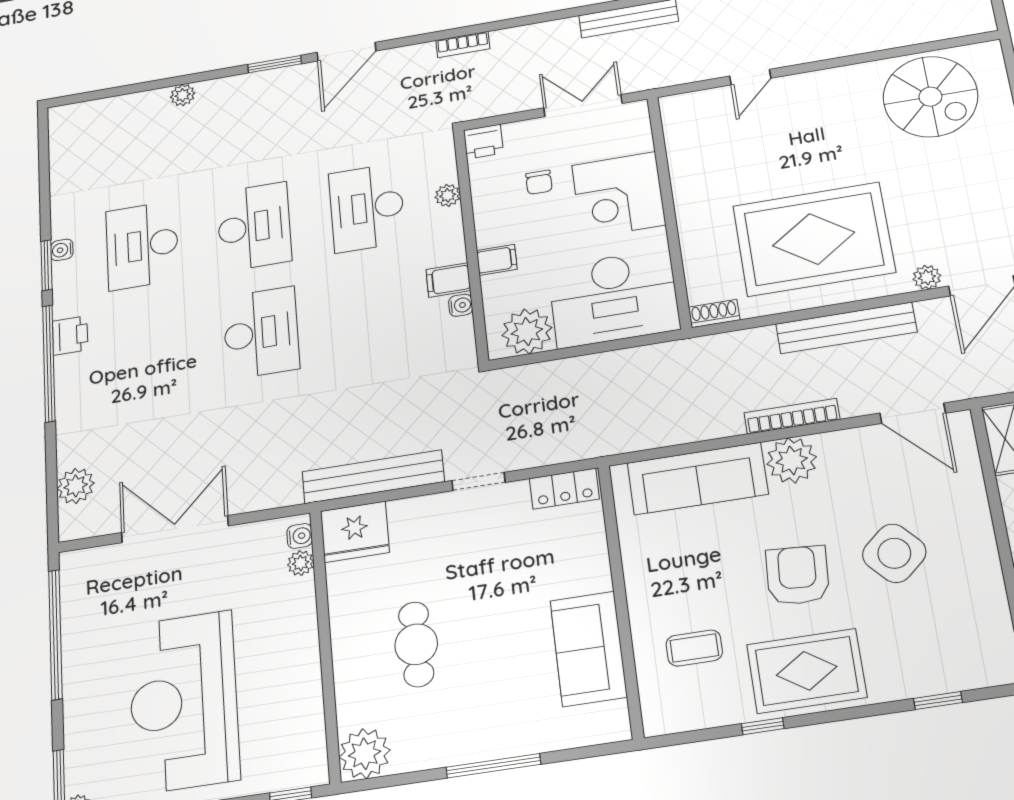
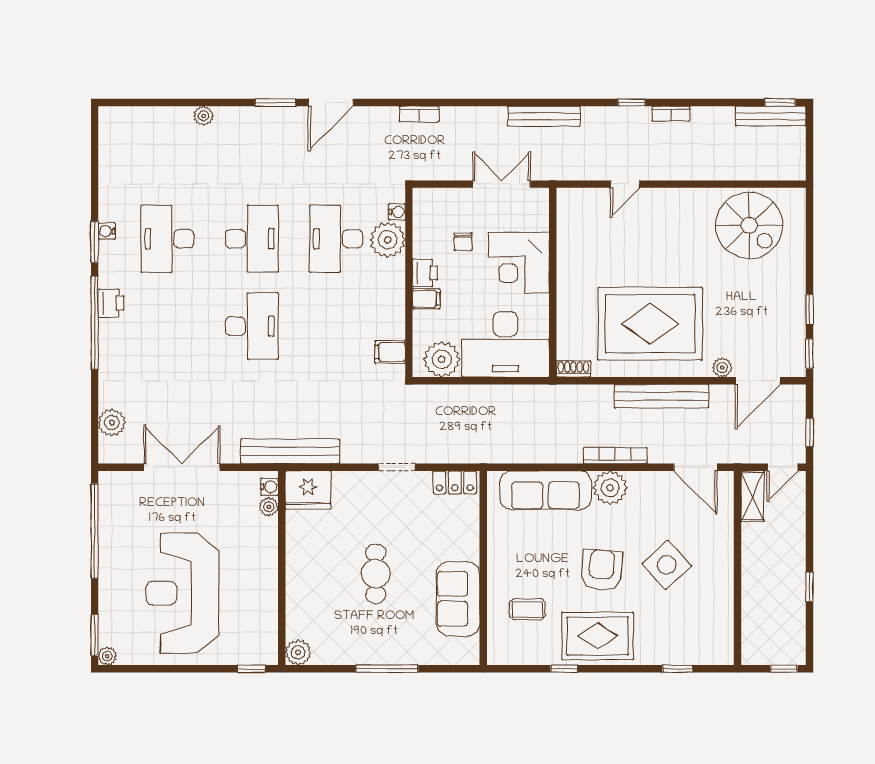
printer: (483, 142) -> (425, 273), moved, turned -90
plant: (448, 195) -> (388, 240), width x1.87, depth x1.87
filing cabinet: (448, 280) -> (390, 352), moved
water cooler: (461, 305) -> (397, 212), moved
bench: (373, 477) -> (290, 451), moved
cafe table: (416, 644) -> (376, 574), moved
plant: (365, 754) -> (298, 652), width x0.73, depth x0.73

